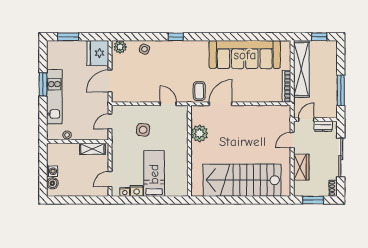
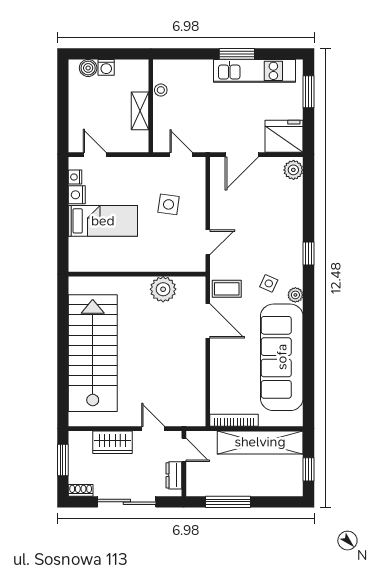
plant: (203, 45) -> (295, 295), added
side table: (145, 49) -> (269, 283), moved
door: (110, 81) -> (242, 155), swing flipped
kitchen unit: (54, 97) -> (255, 71), moved
shelving: (92, 149) -> (140, 111), moved

